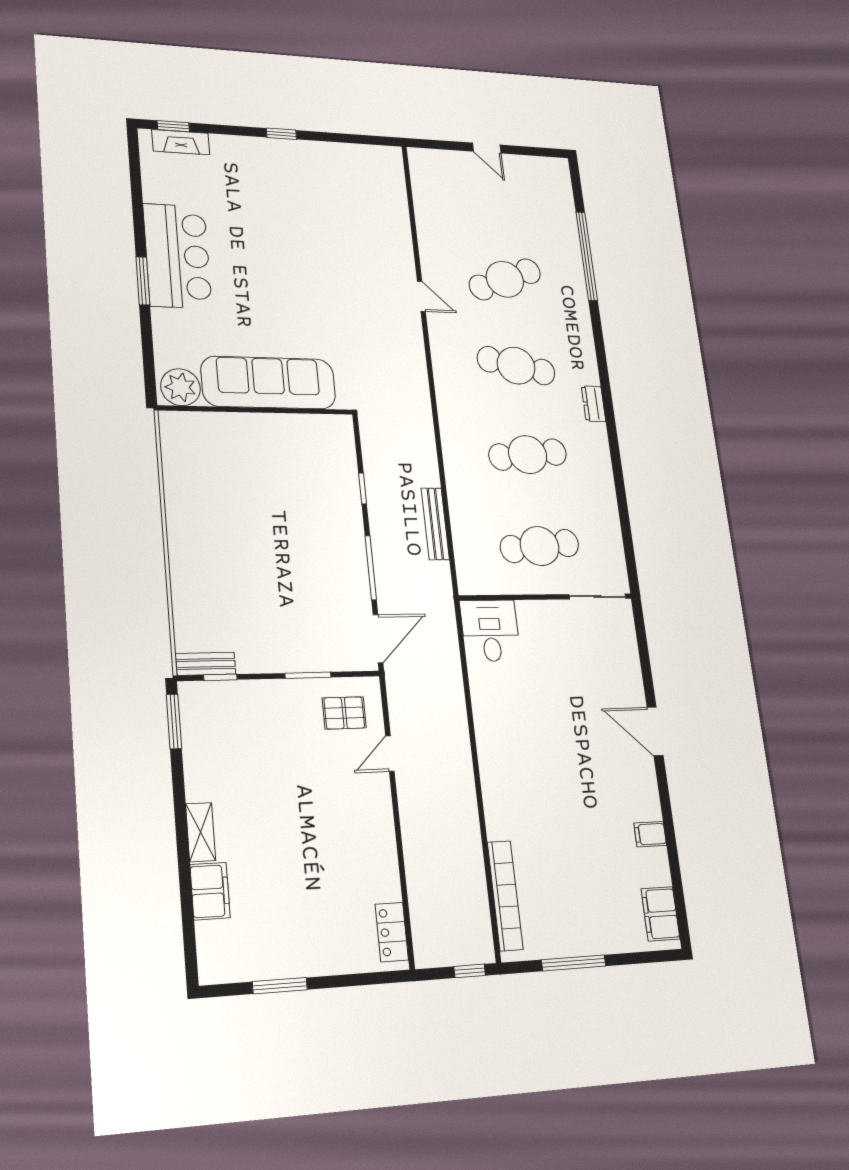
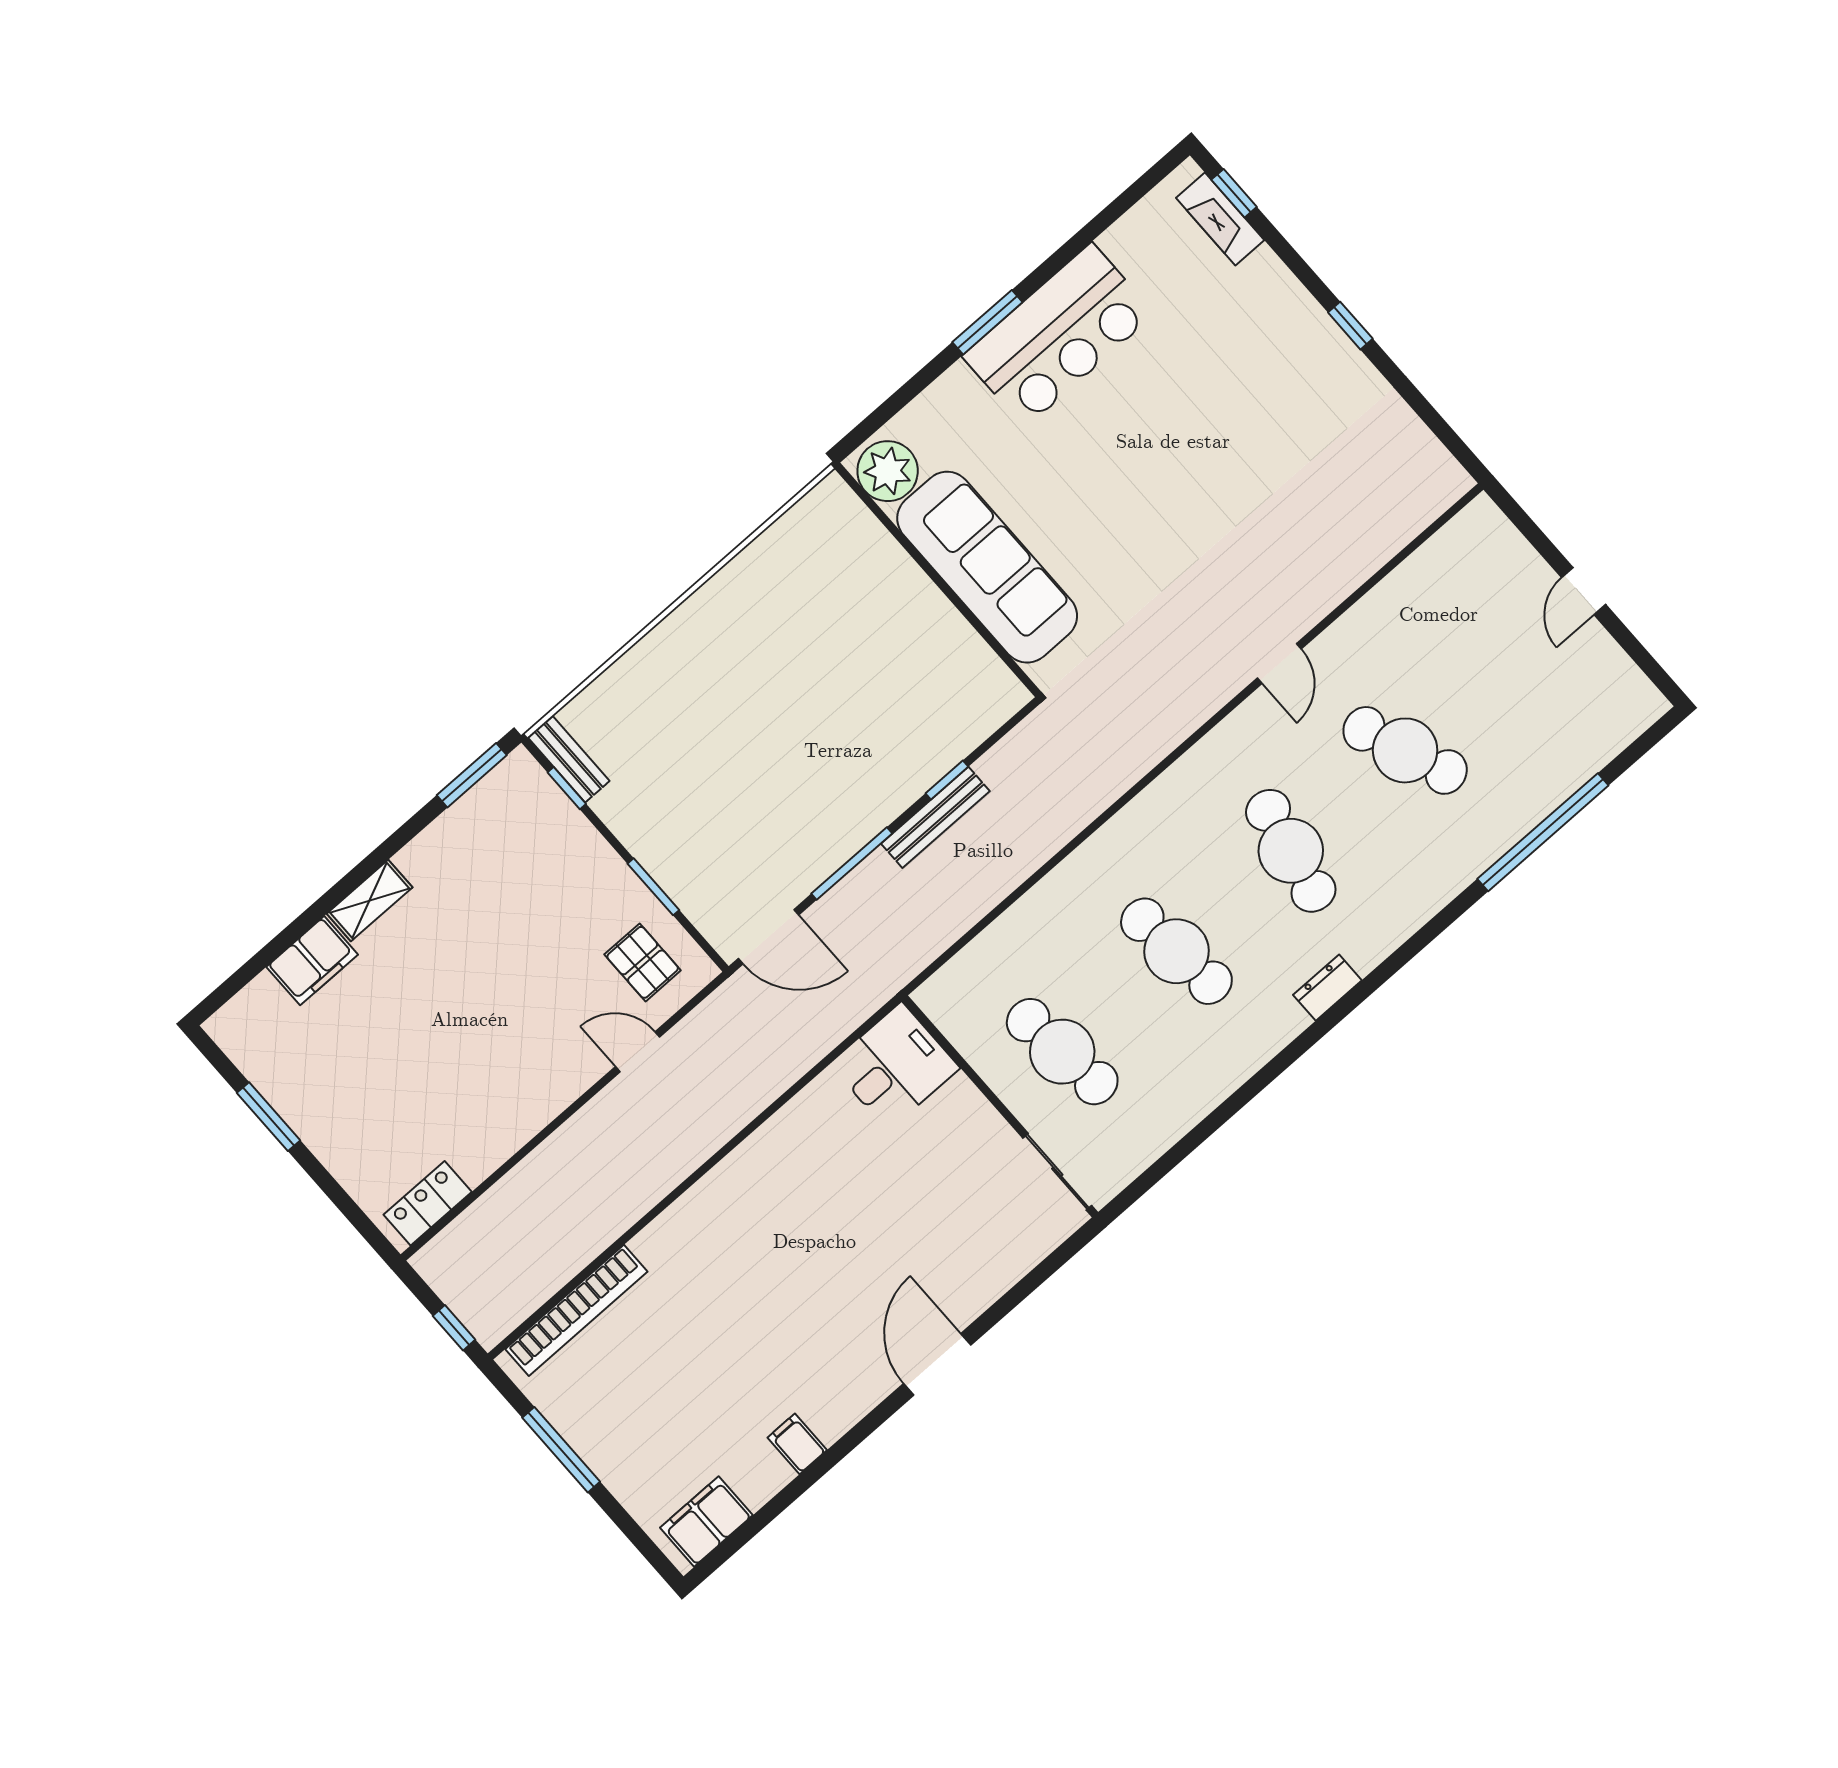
bench: (435, 524) -> (935, 817), moved

